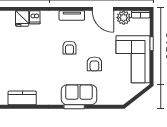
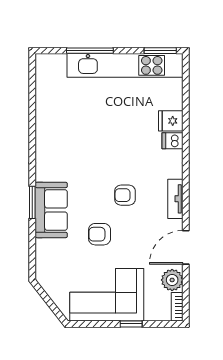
kitchen counter: (22, 98) -> (46, 121), removed

